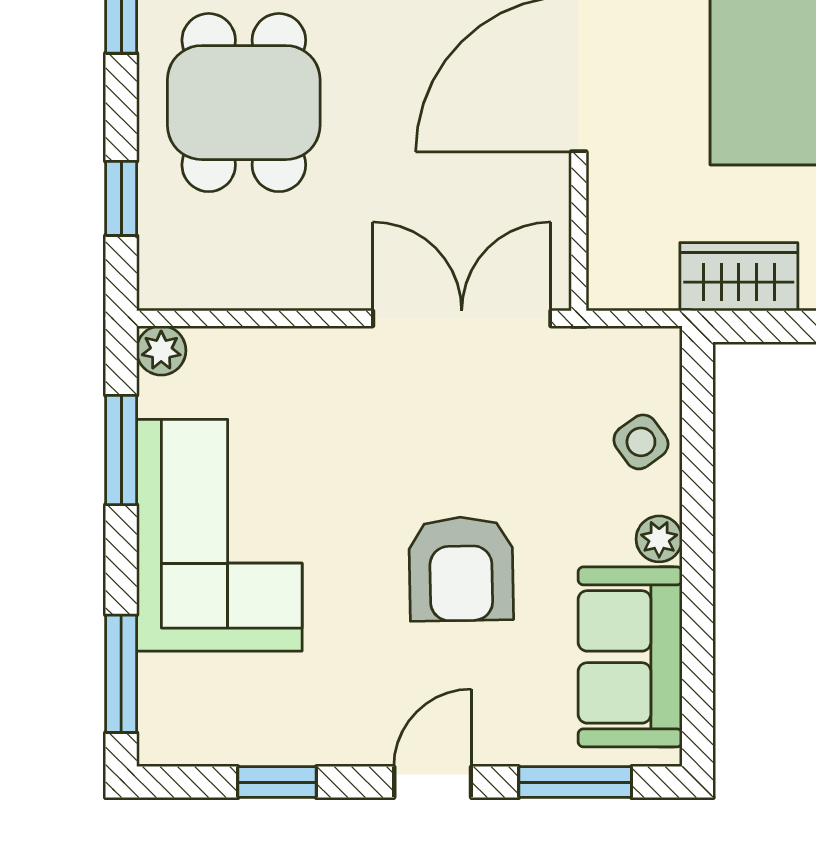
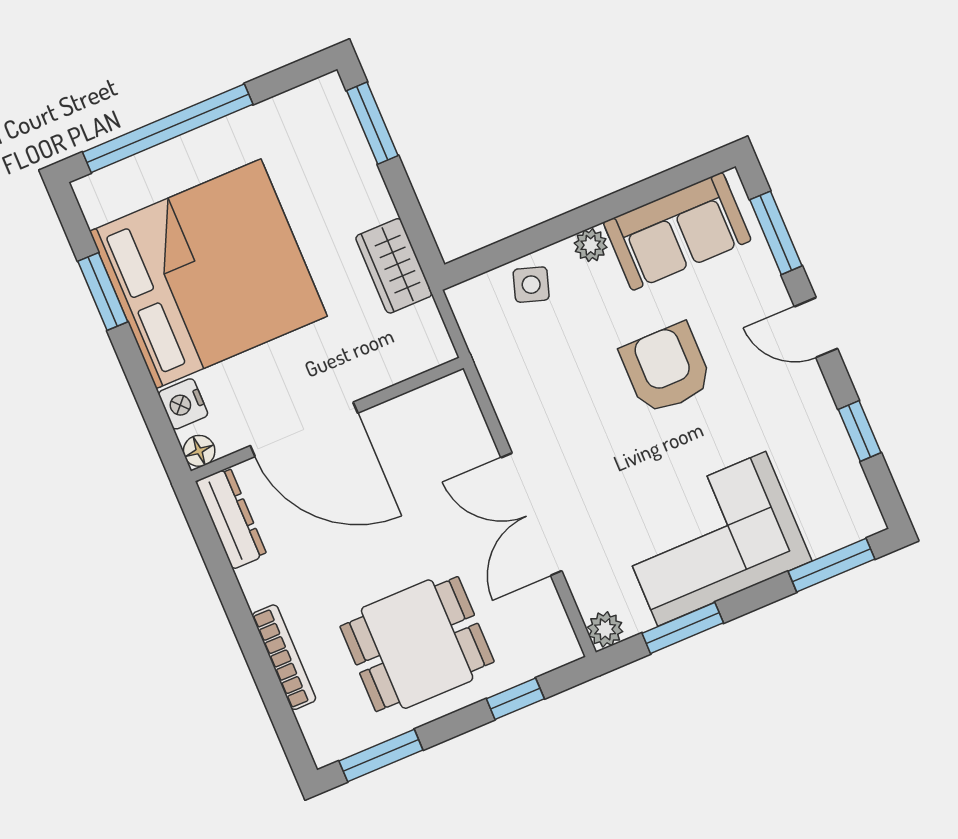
double door: (462, 318) -> (531, 514), moved
side table: (641, 442) -> (531, 285), turned -36
armchair: (461, 569) -> (666, 369), turned -89

